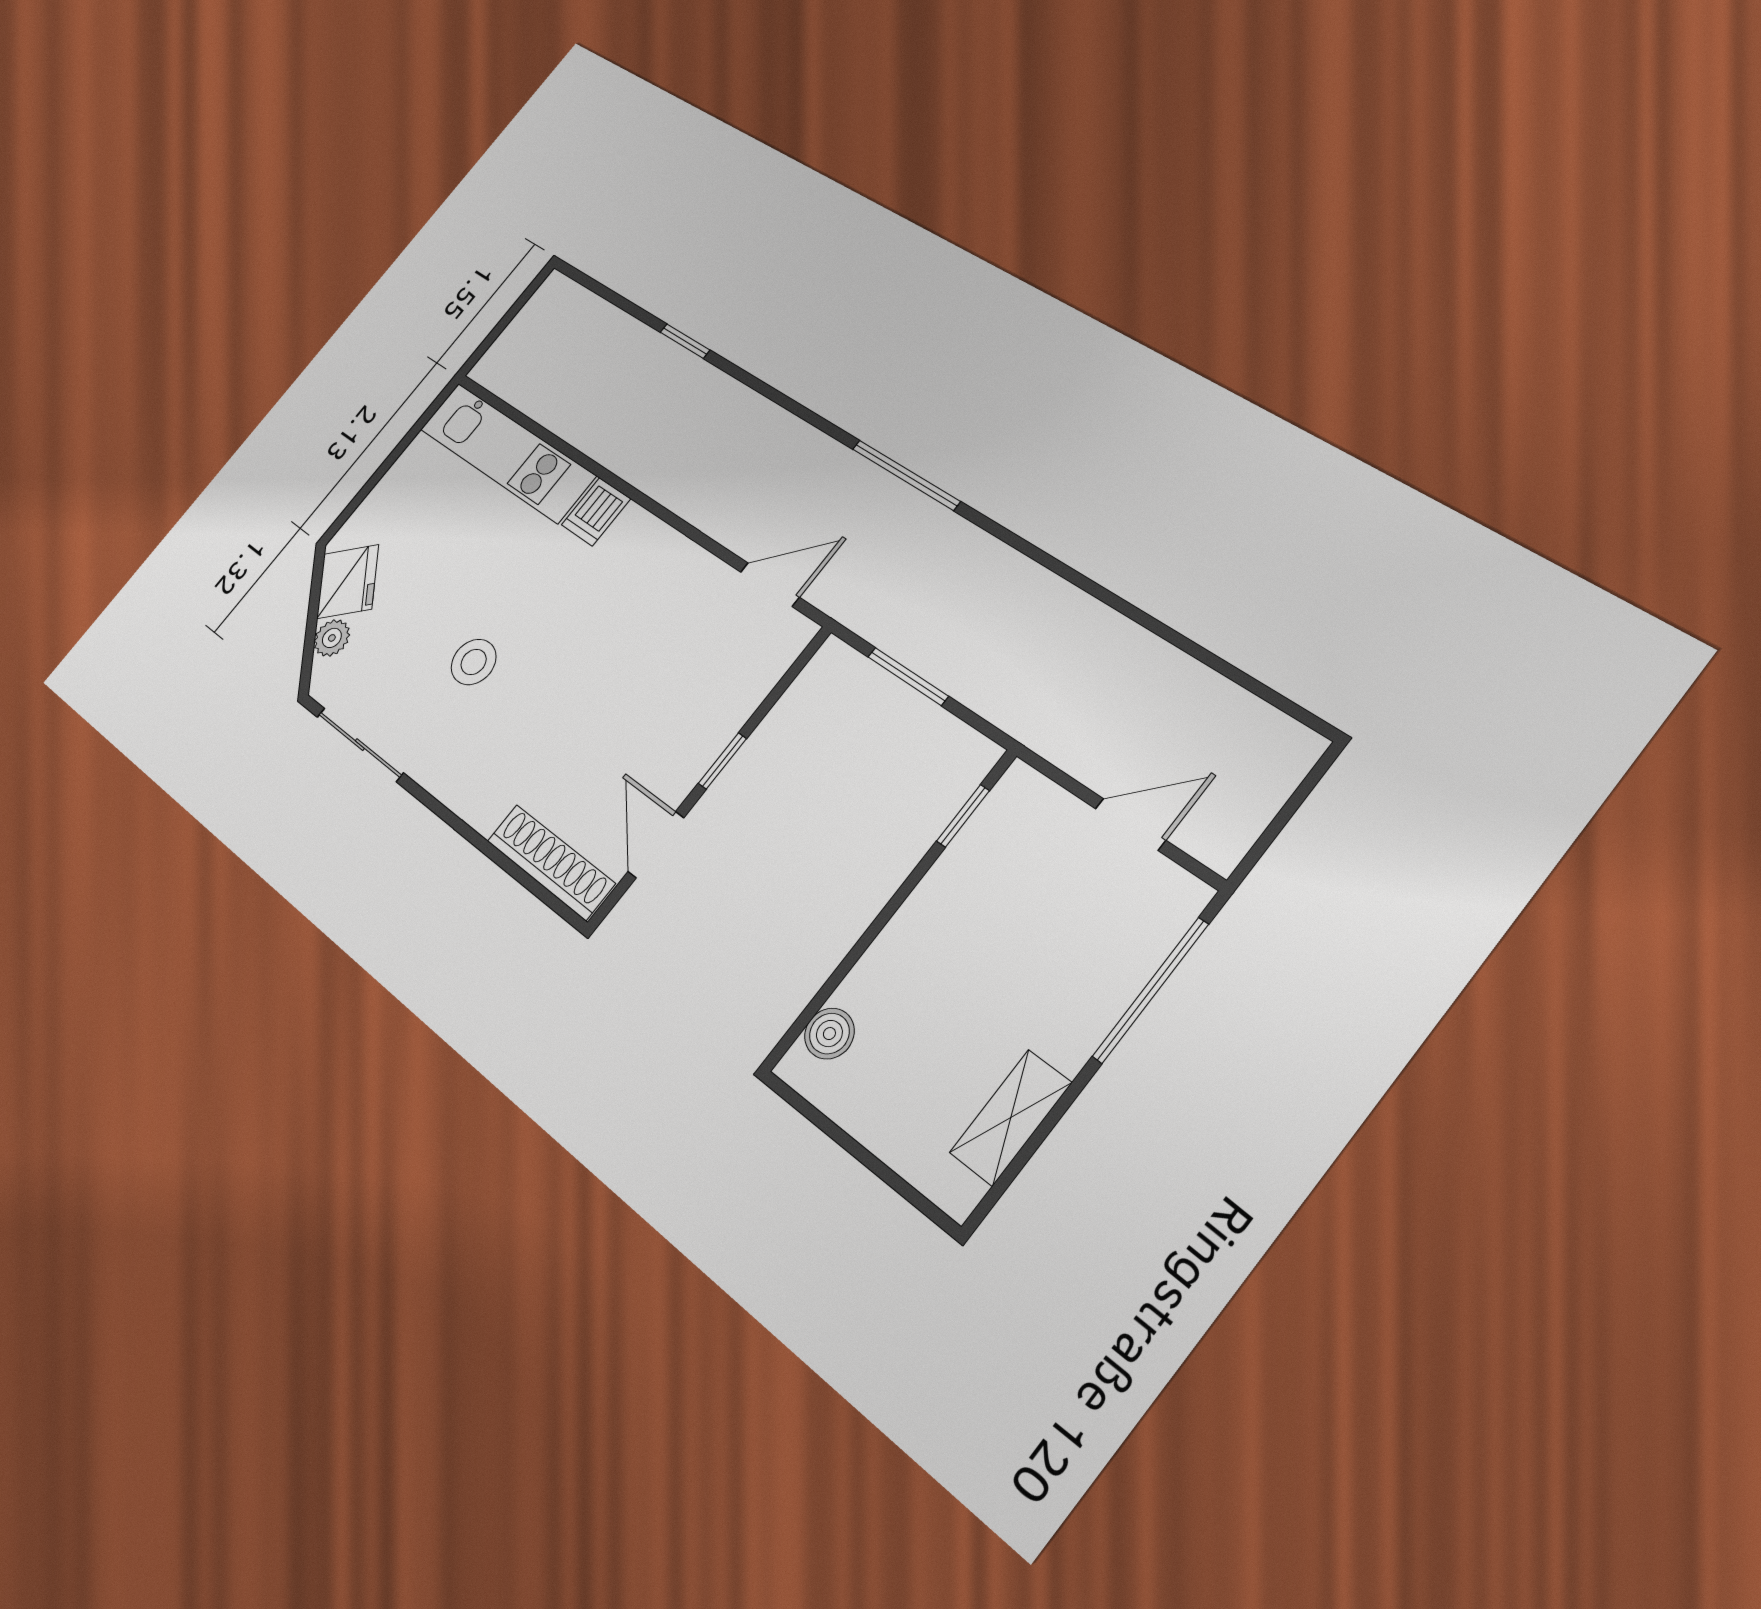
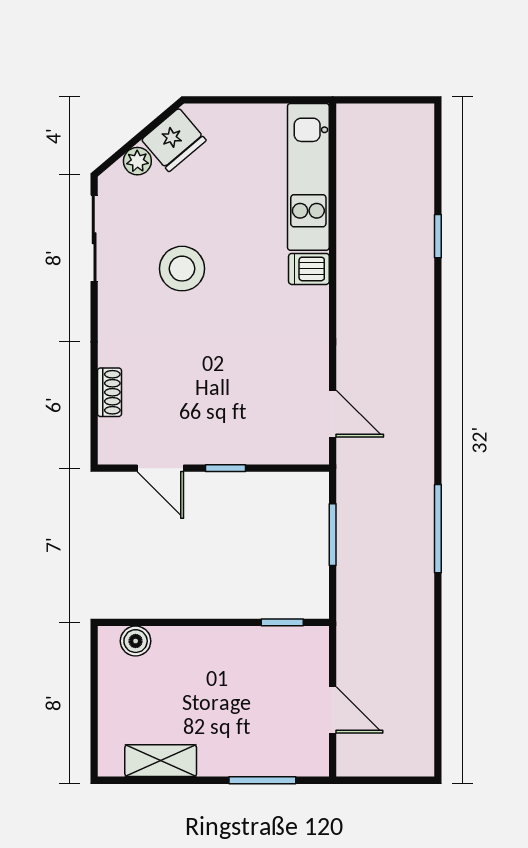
window: (906, 475) -> (438, 529), moved
stool: (474, 662) -> (182, 269), width x1.38, depth x1.38
door: (656, 845) -> (160, 468), swing flipped
shoe rack: (551, 862) -> (109, 392), width x0.51, depth x0.81
window: (1151, 990) -> (262, 780), width x0.69

